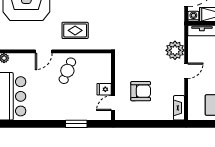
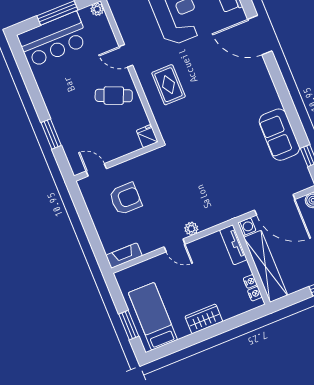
plant: (175, 50) -> (191, 229), width x0.53, depth x0.53
fridge: (104, 89) -> (147, 136), moved
armchair: (141, 91) -> (125, 199), turned -90

